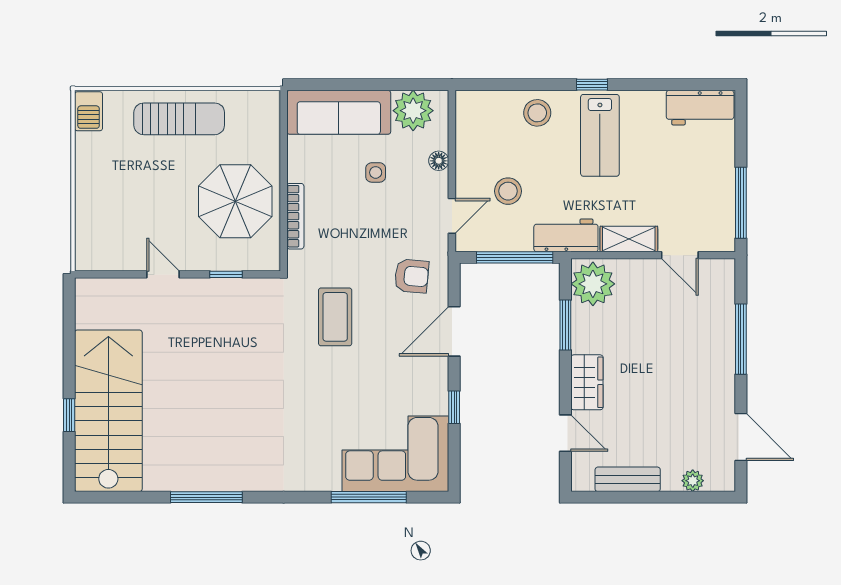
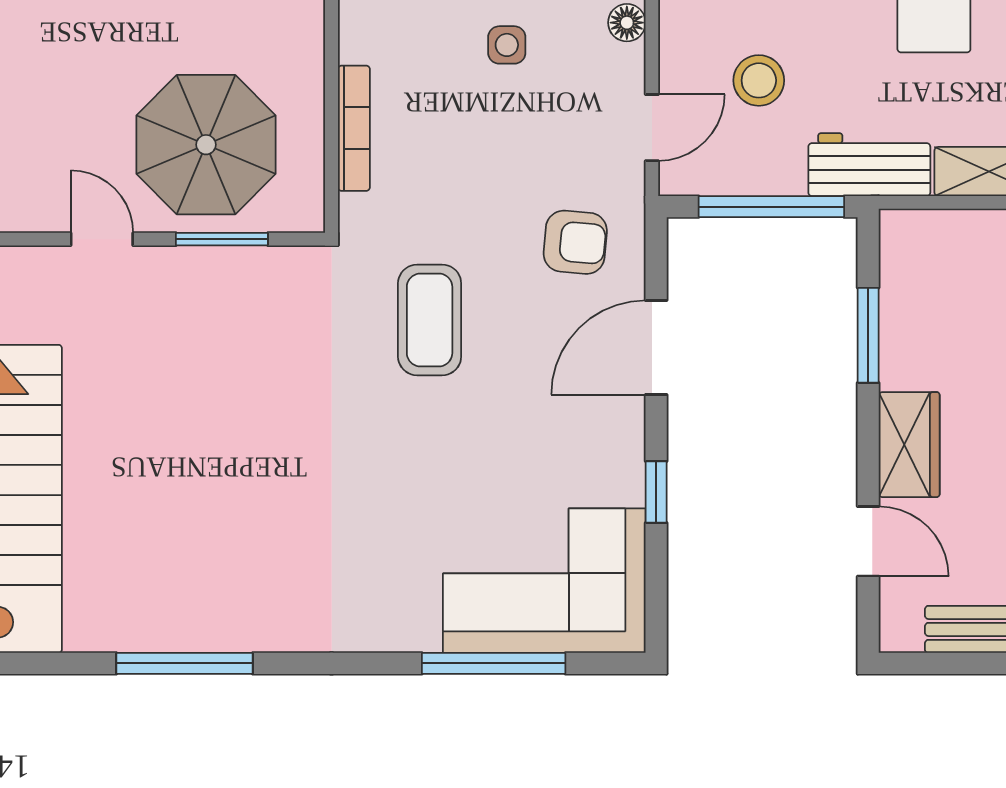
parasol: (235, 201) -> (206, 145), moved
window: (226, 274) -> (222, 239), width x1.50
plant: (593, 284) -> (921, 257), removed

